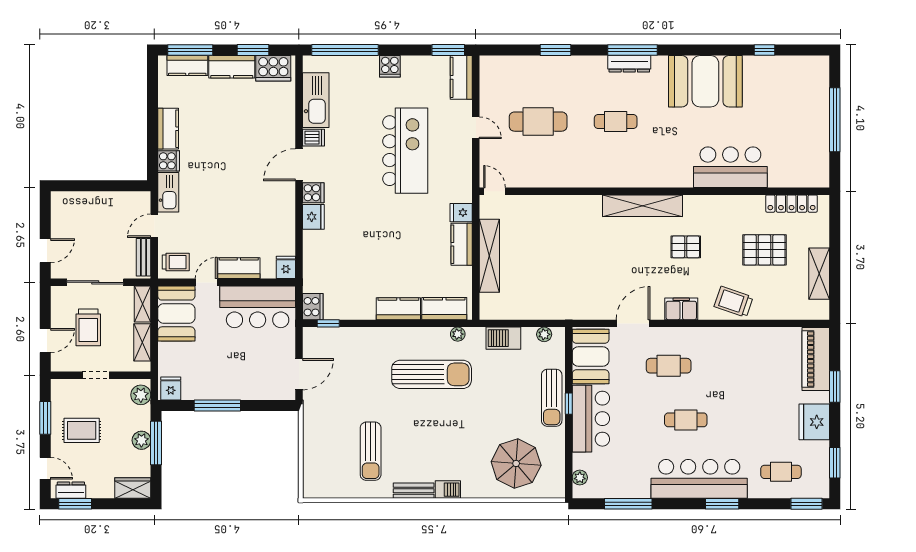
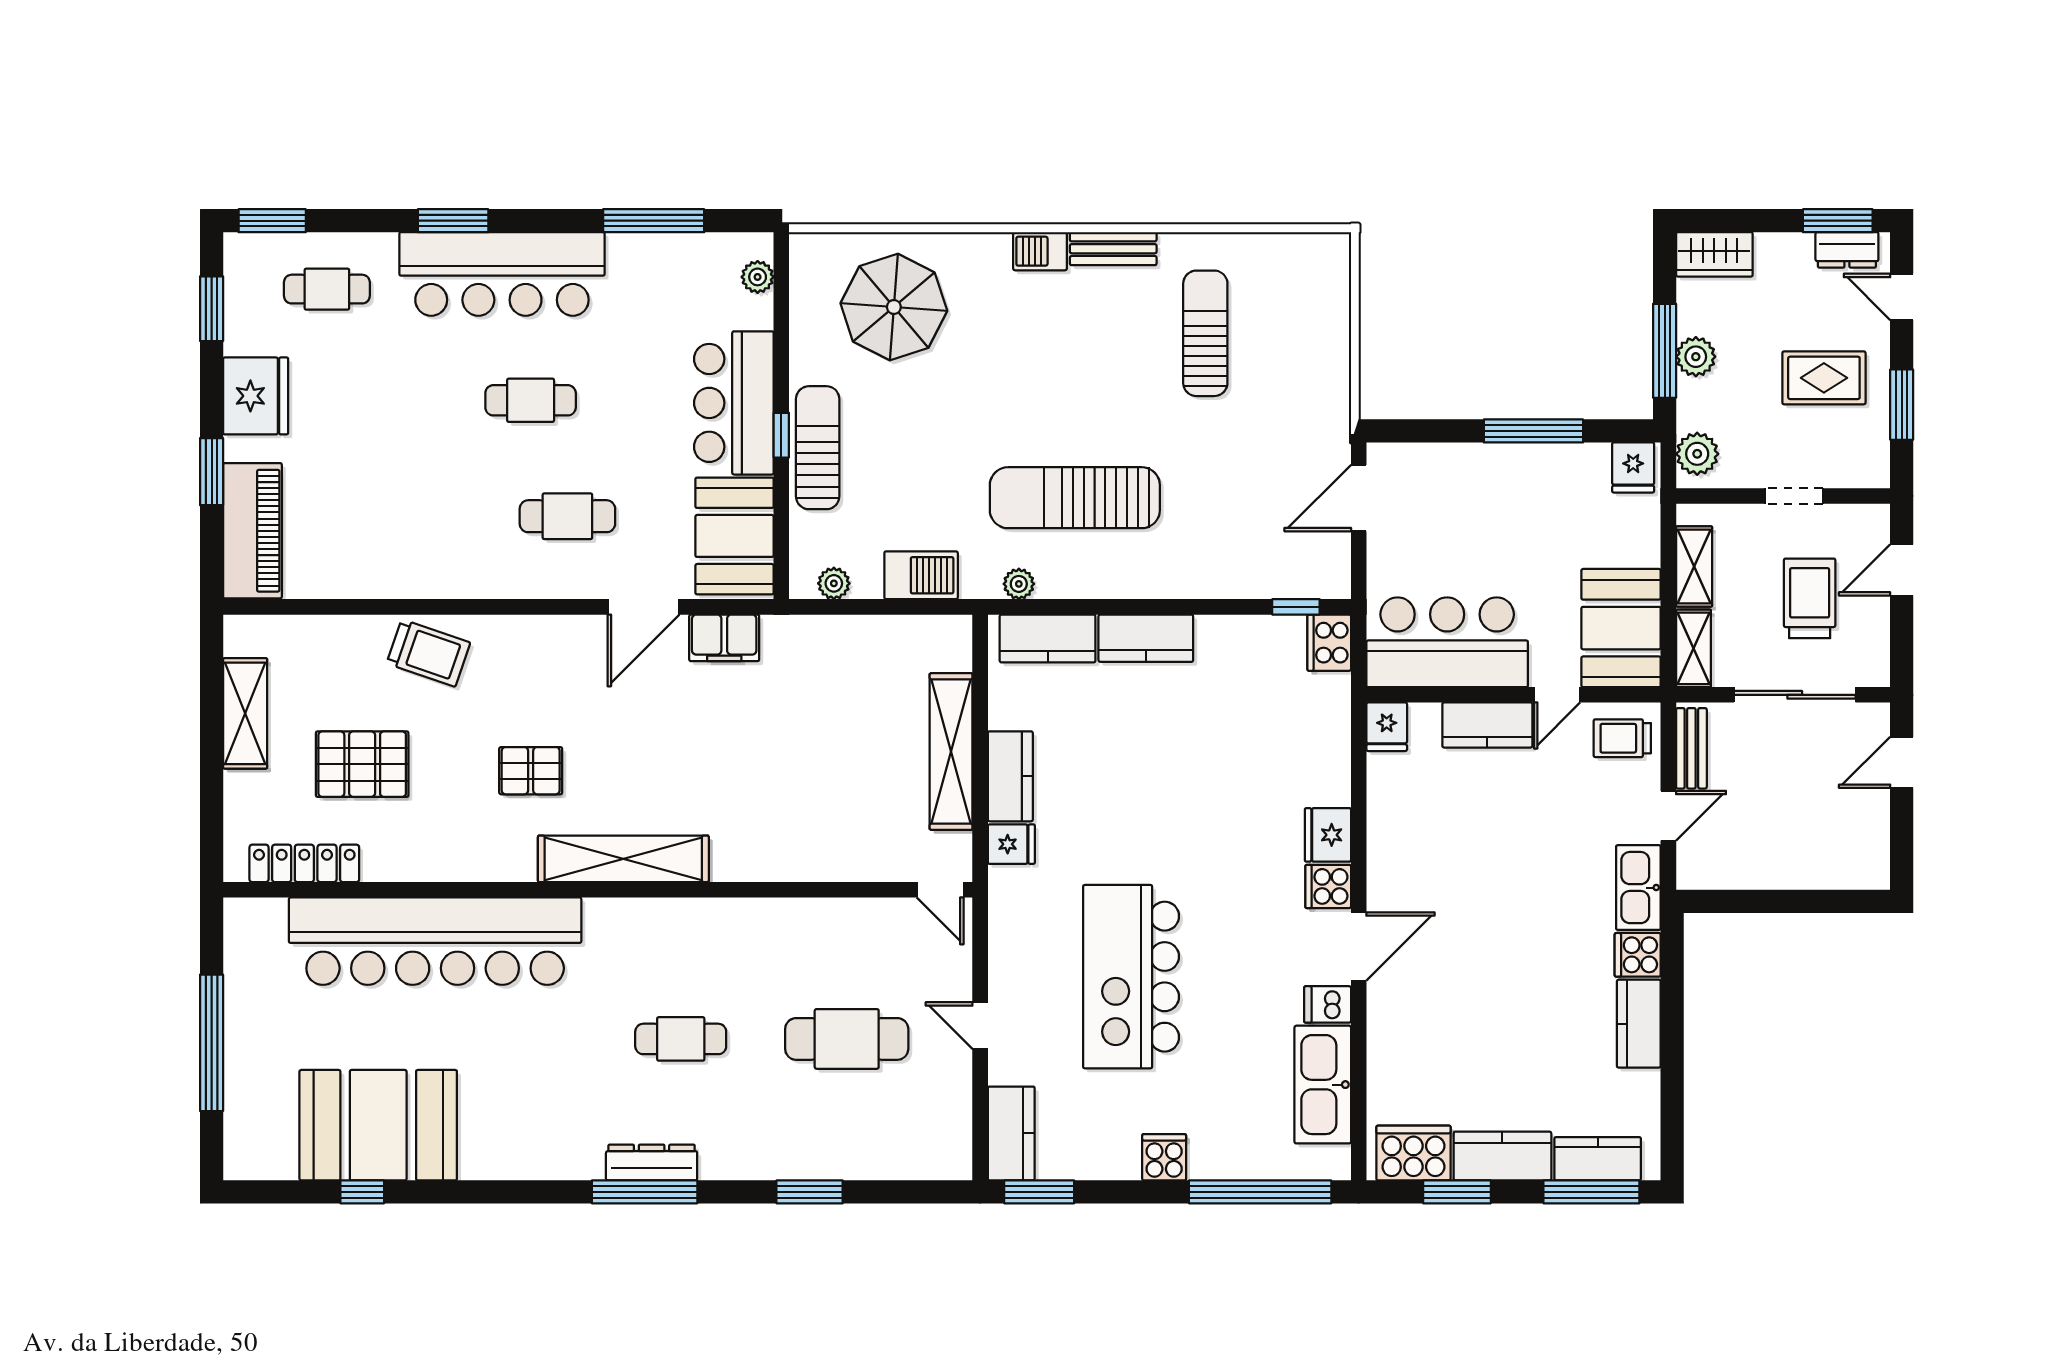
booth: (705, 81) -> (378, 1125), moved
bar counter: (730, 167) -> (435, 941), width x1.86
filing cabinet: (681, 309) -> (724, 638), moved

